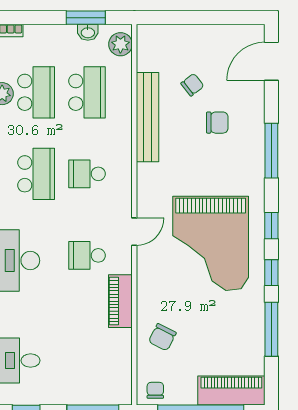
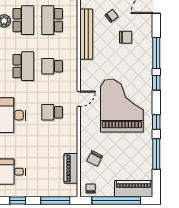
school desk: (87, 92) -> (52, 20), turned 180
window: (271, 226) -> (156, 83), moved
grand piano: (211, 243) -> (122, 105), turned 180
piano: (120, 301) -> (71, 168), moved

